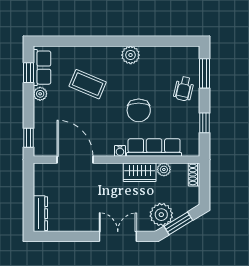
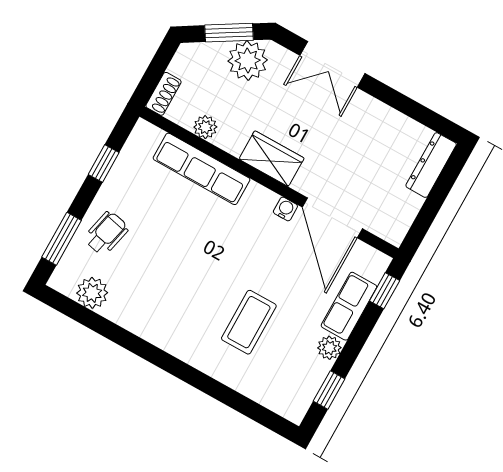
plant: (131, 55) -> (92, 293), moved
row of seats: (42, 68) -> (349, 306), moved
coffee table: (88, 84) -> (249, 322), turned 67
chair: (139, 110) -> (193, 239), removed
water cooler: (120, 151) -> (285, 209), moved
wardrobe: (140, 172) -> (272, 159), moved

